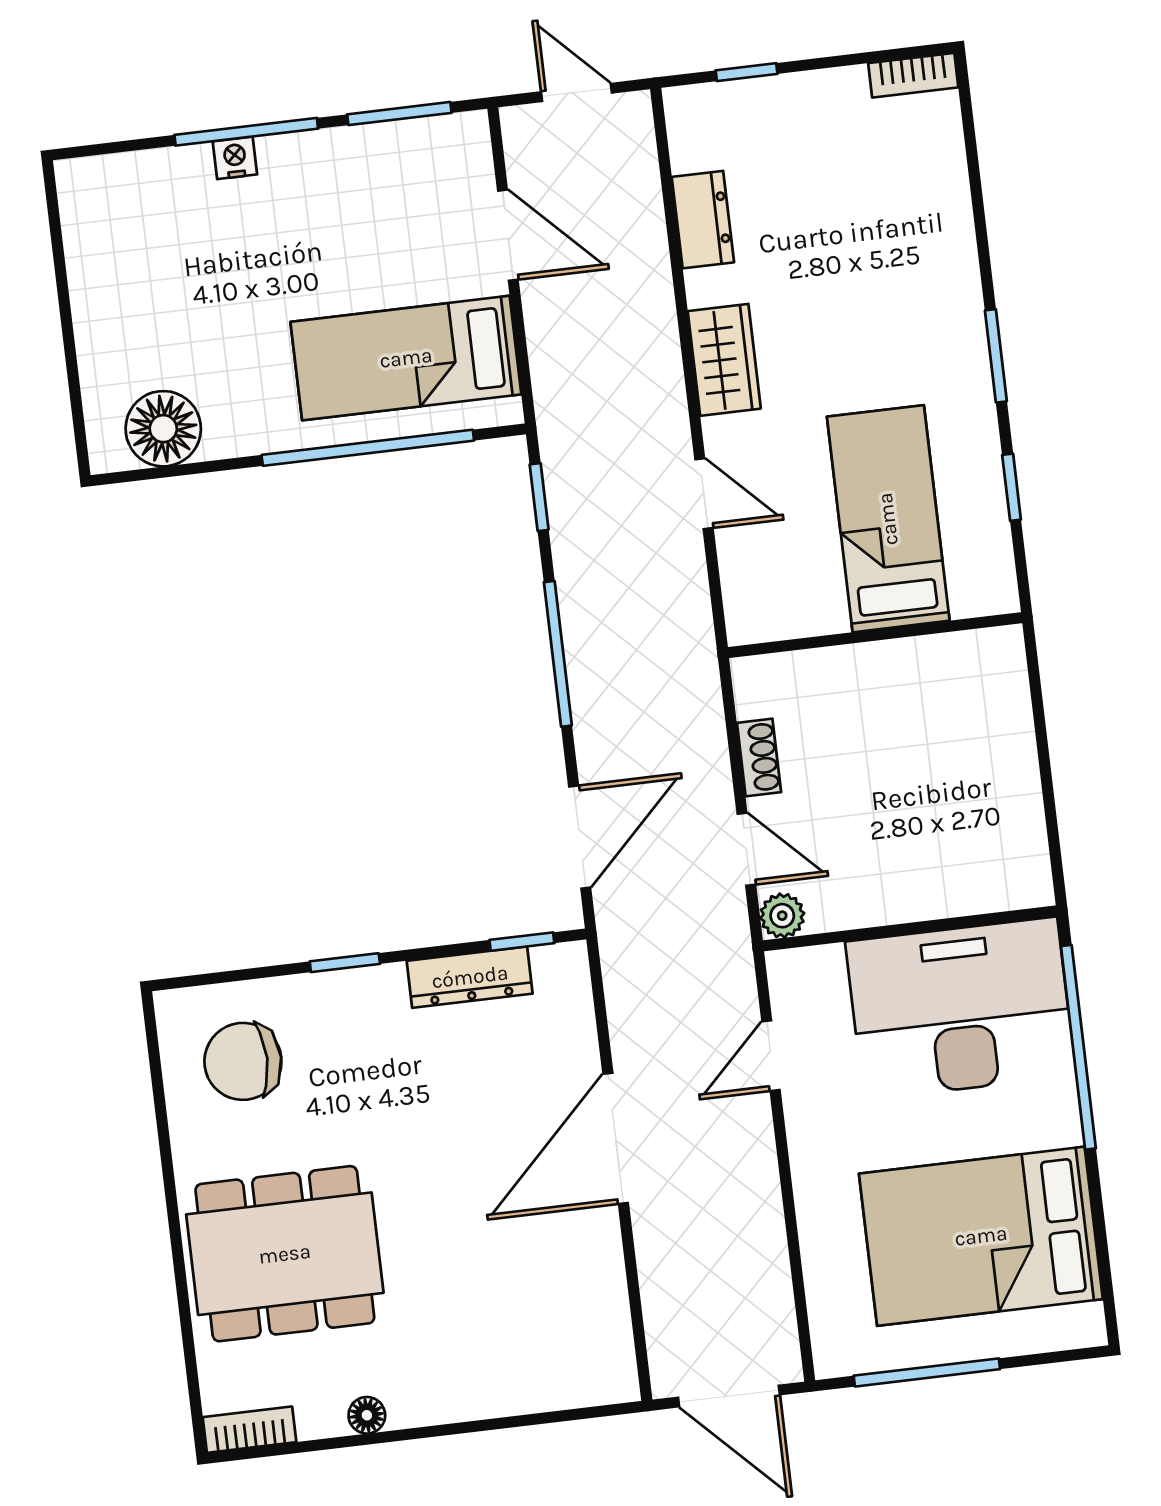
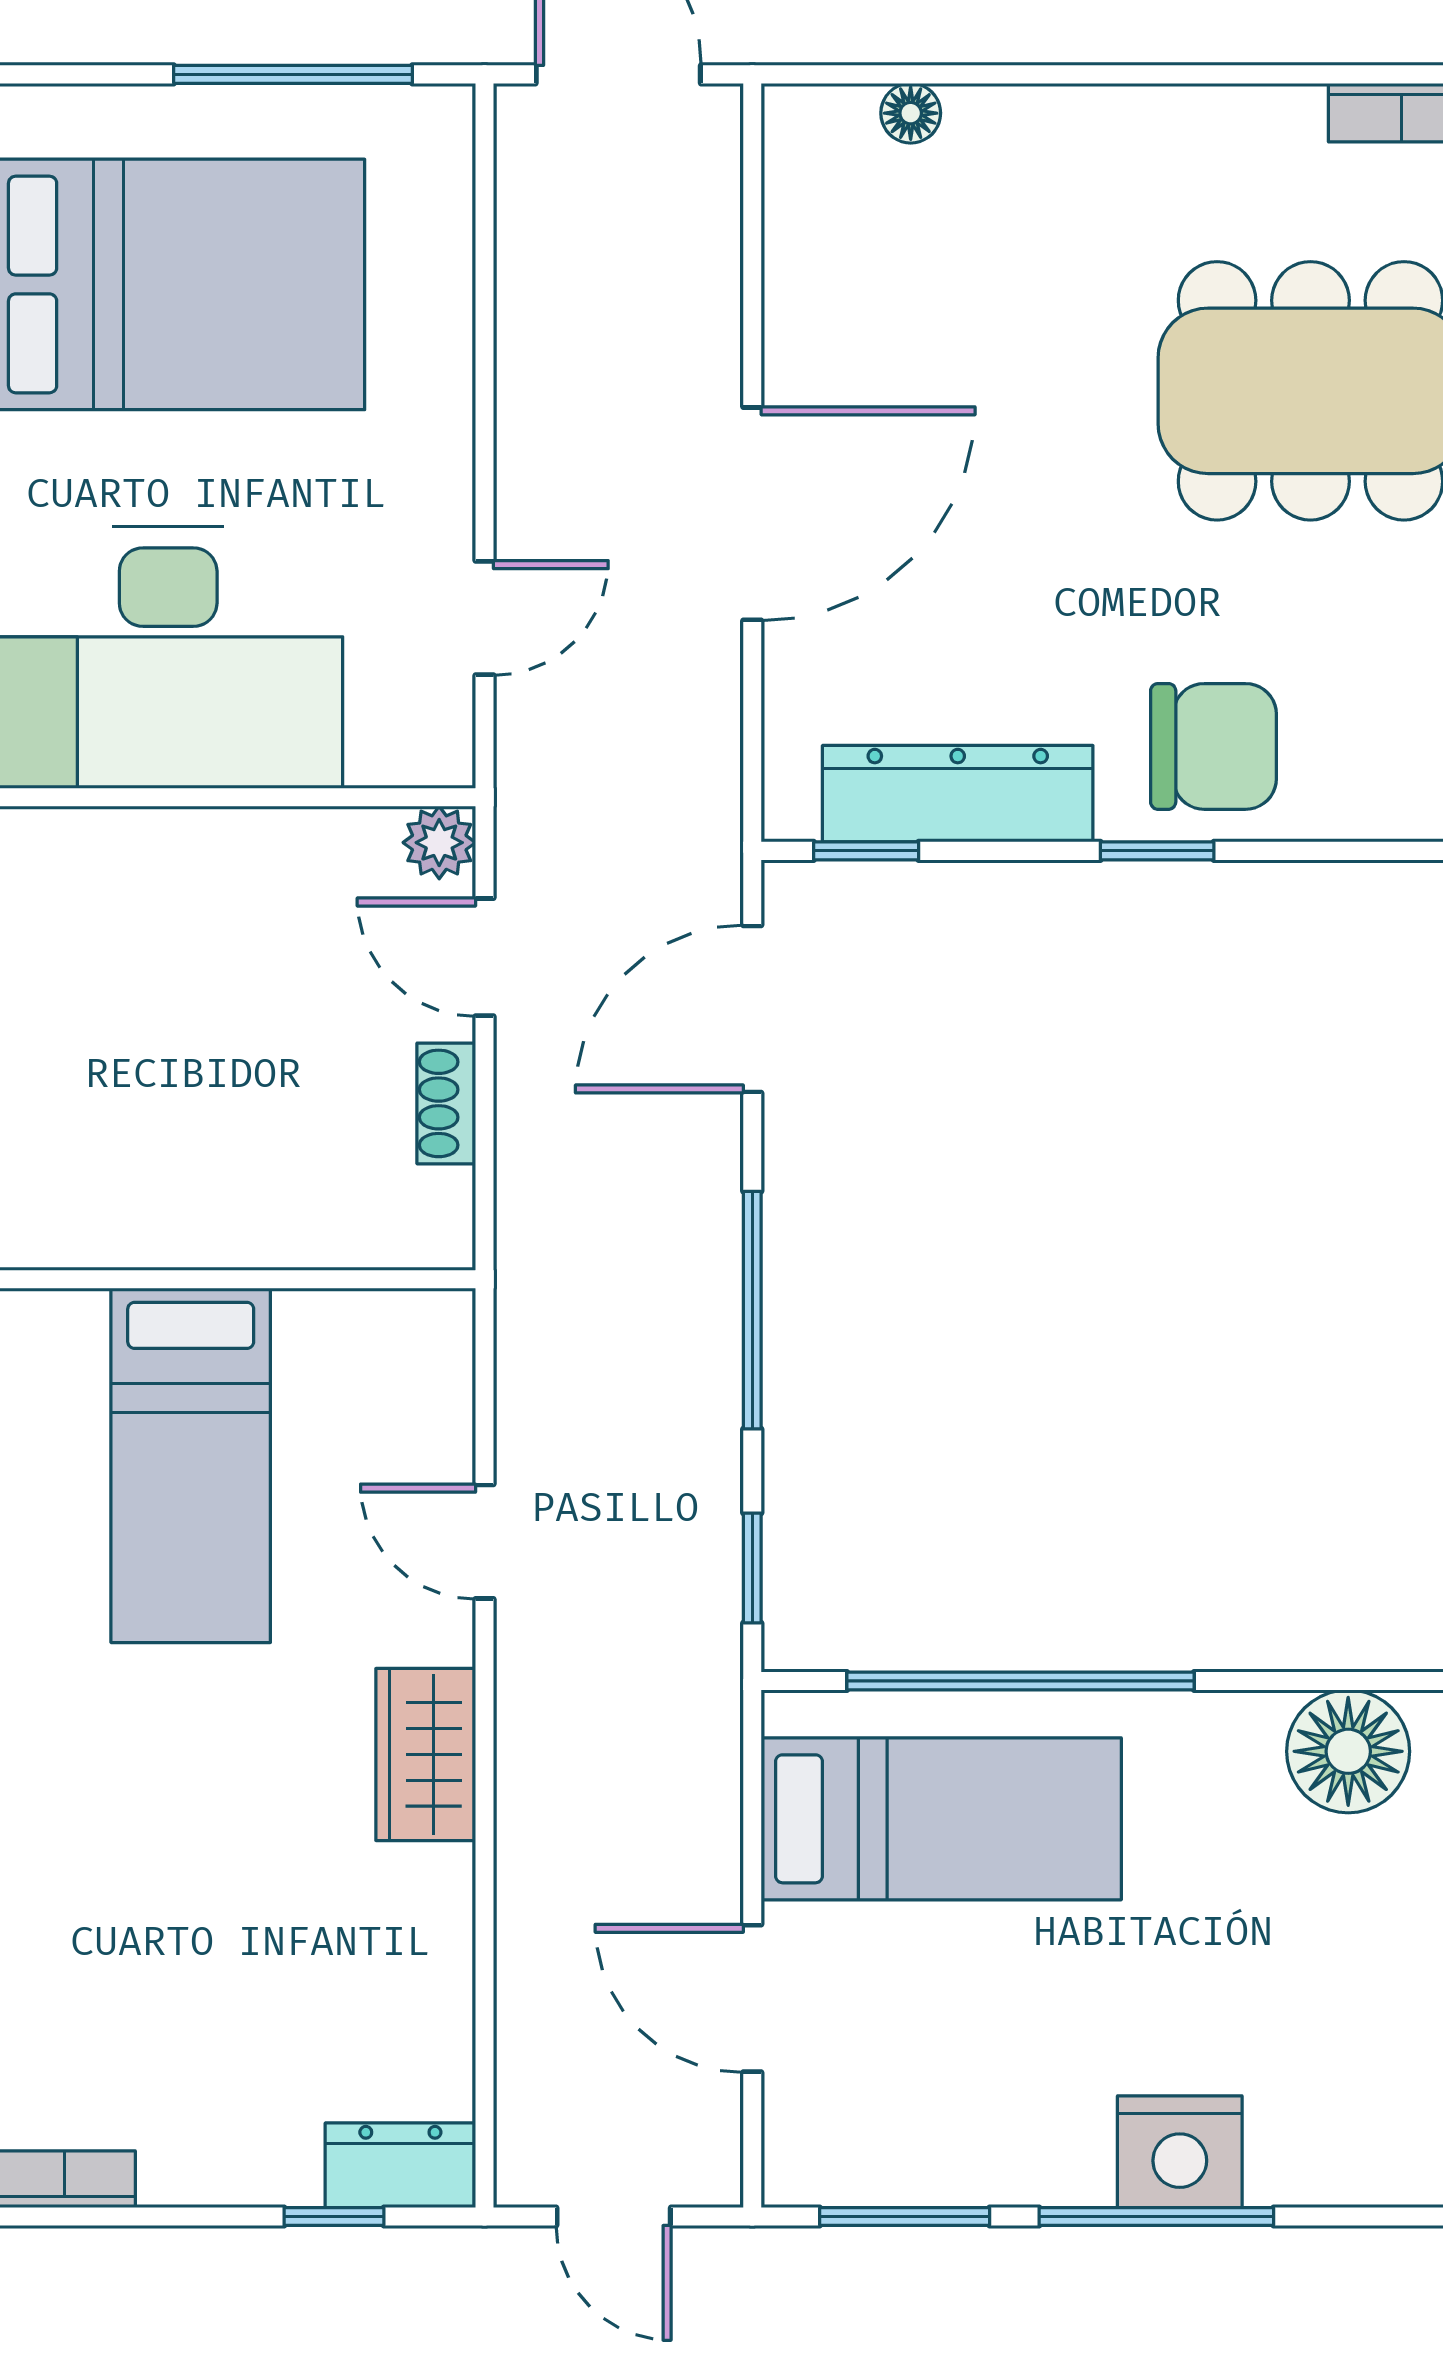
nightstand: (235, 158) -> (1180, 2152), width x1.89, depth x1.79
dresser: (703, 220) -> (400, 2165), moved, turned 90
dresser: (470, 977) -> (958, 794), width x1.37, depth x1.24
chair: (243, 1061) -> (1214, 746), moved
floor lamp: (367, 1415) -> (911, 113), moved

